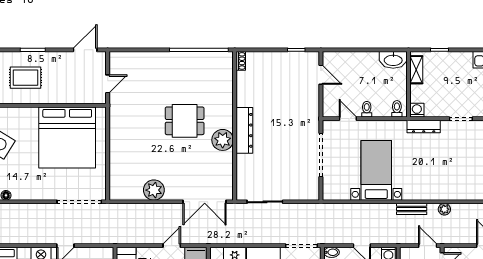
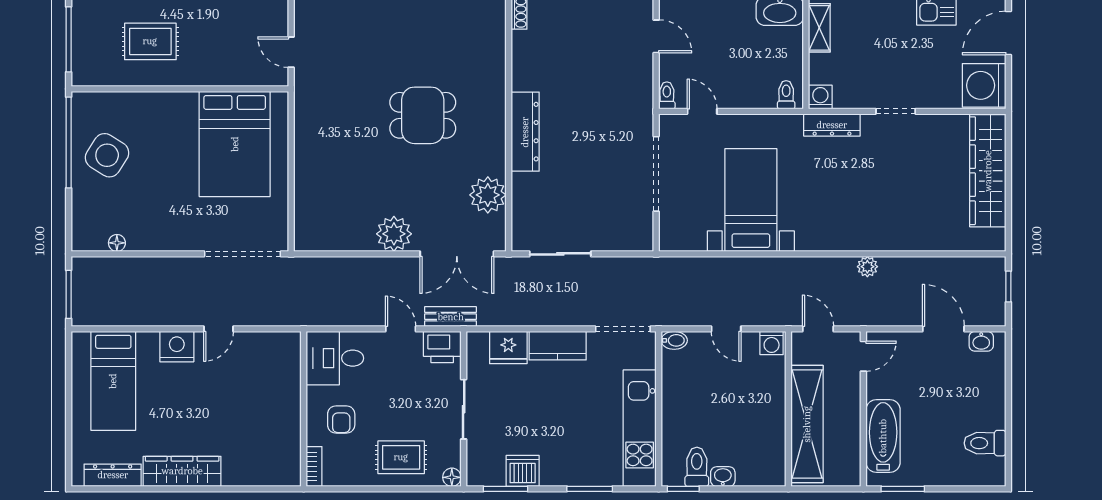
door: (108, 84) -> (291, 52), swing flipped
toilet: (367, 109) -> (667, 95), moved
bed: (67, 138) -> (235, 144), width x0.73
plant: (223, 140) -> (488, 195), moved
plant: (154, 190) -> (394, 234), moved
bench: (412, 209) -> (451, 317), moved
door: (172, 246) -> (401, 329), hinge flipped
door: (428, 246) -> (818, 329), moved

